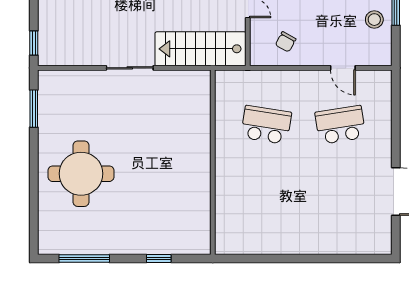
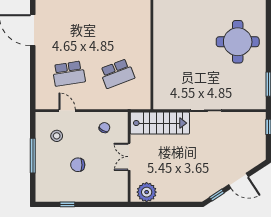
stool: (374, 20) -> (57, 136), moved
school desk: (266, 125) -> (117, 74), turned -30

